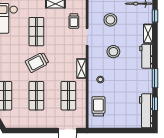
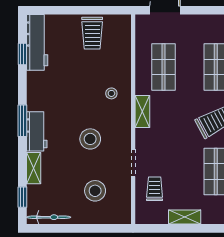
window: (155, 78) -> (22, 121), moved
trolley: (98, 106) -> (92, 33), moved

